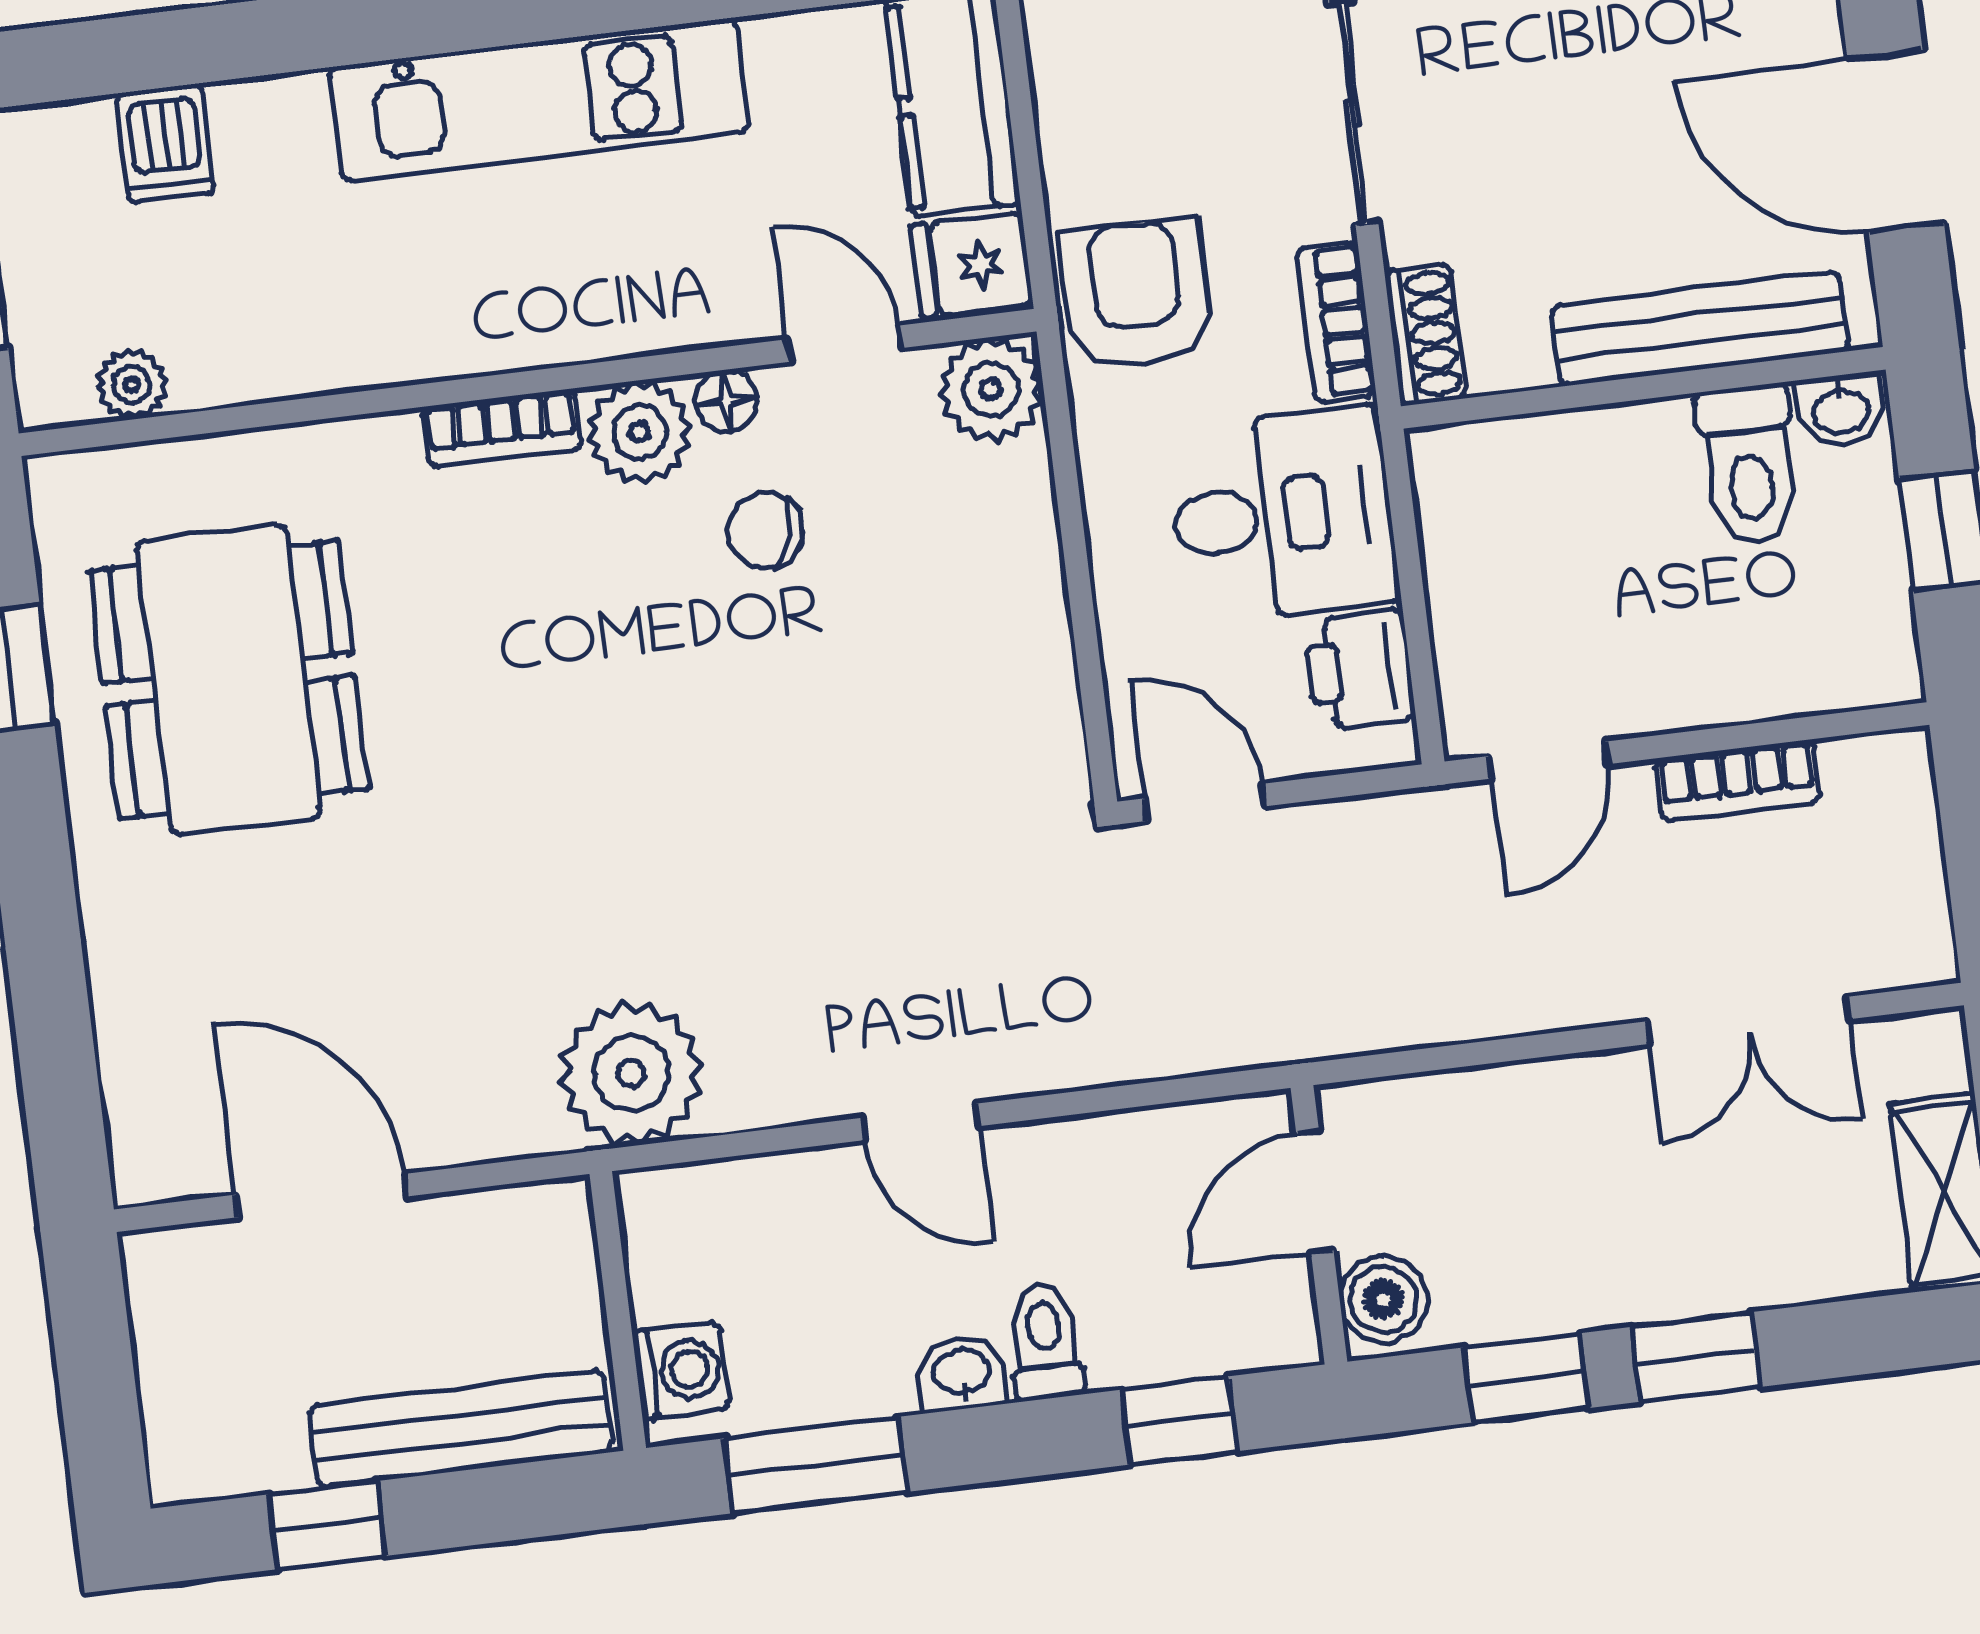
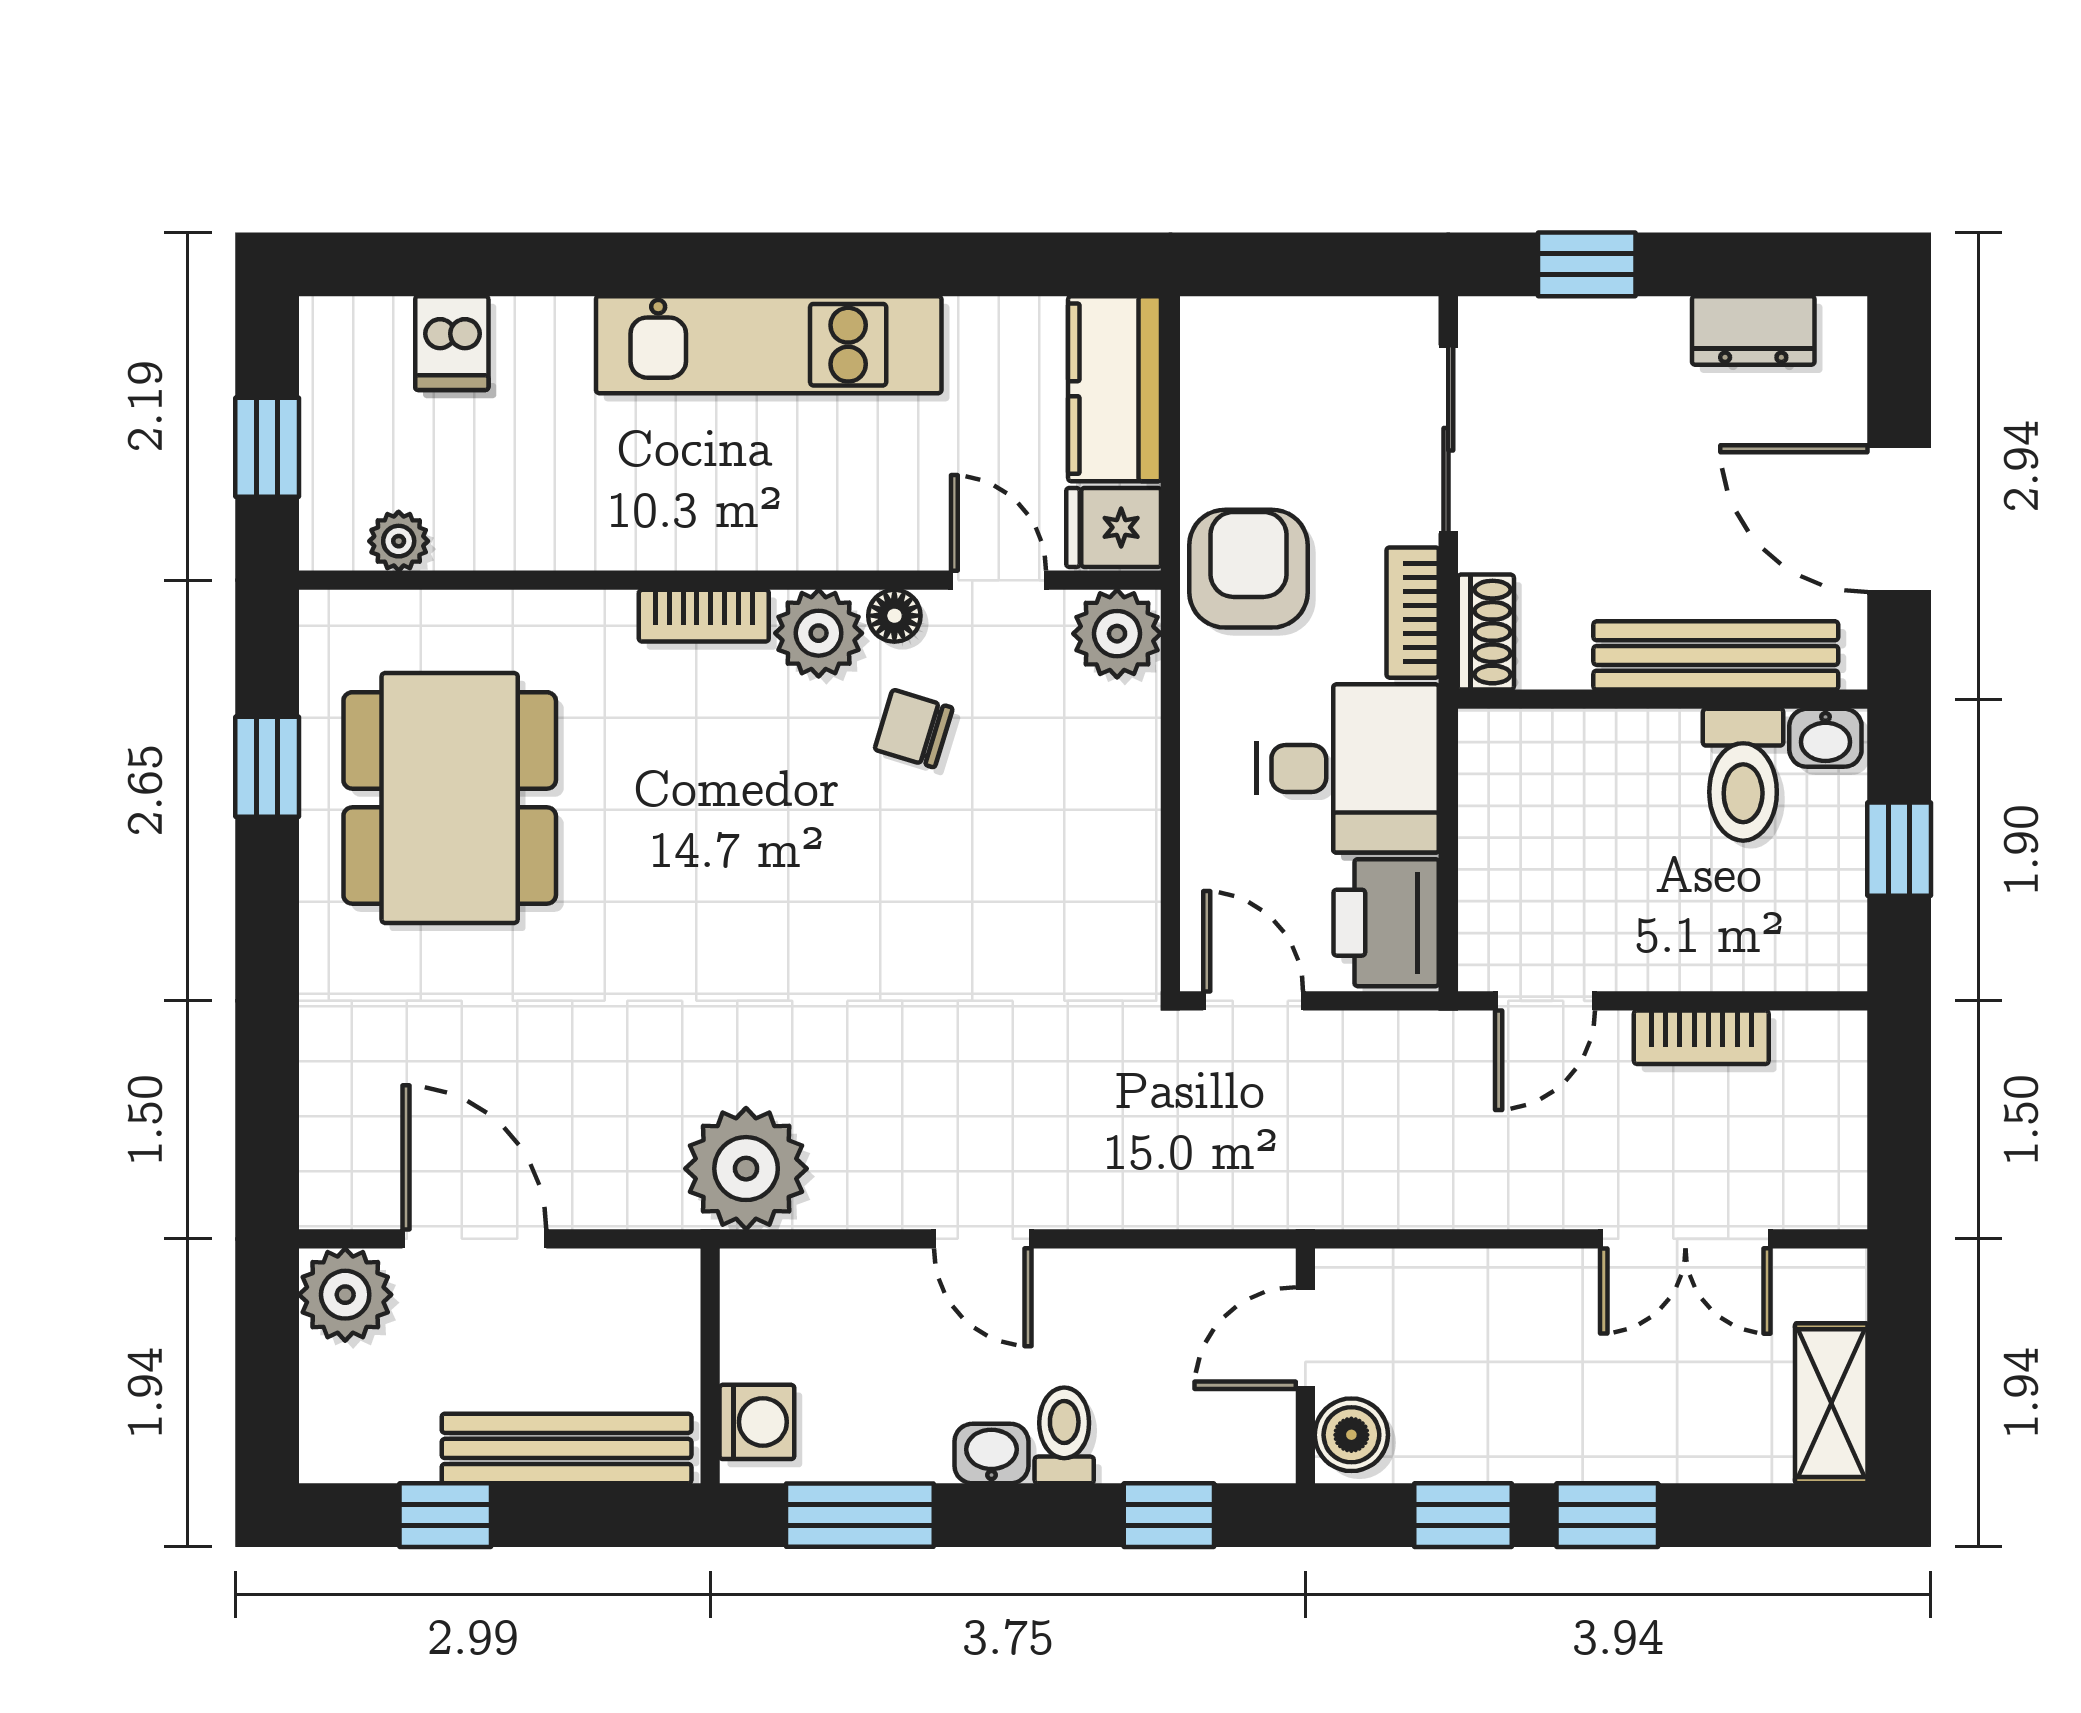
printer: (1359, 670) -> (1386, 923), width x1.36, depth x1.24
plant: (178, 1280) -> (345, 1295), added

